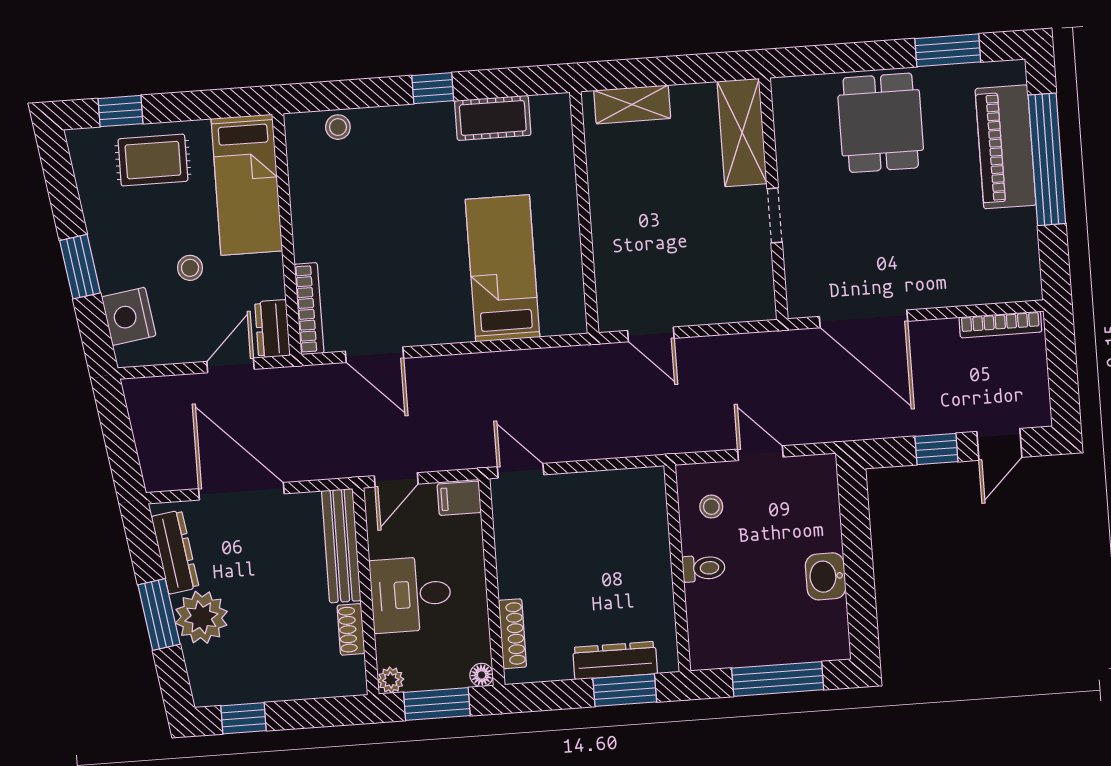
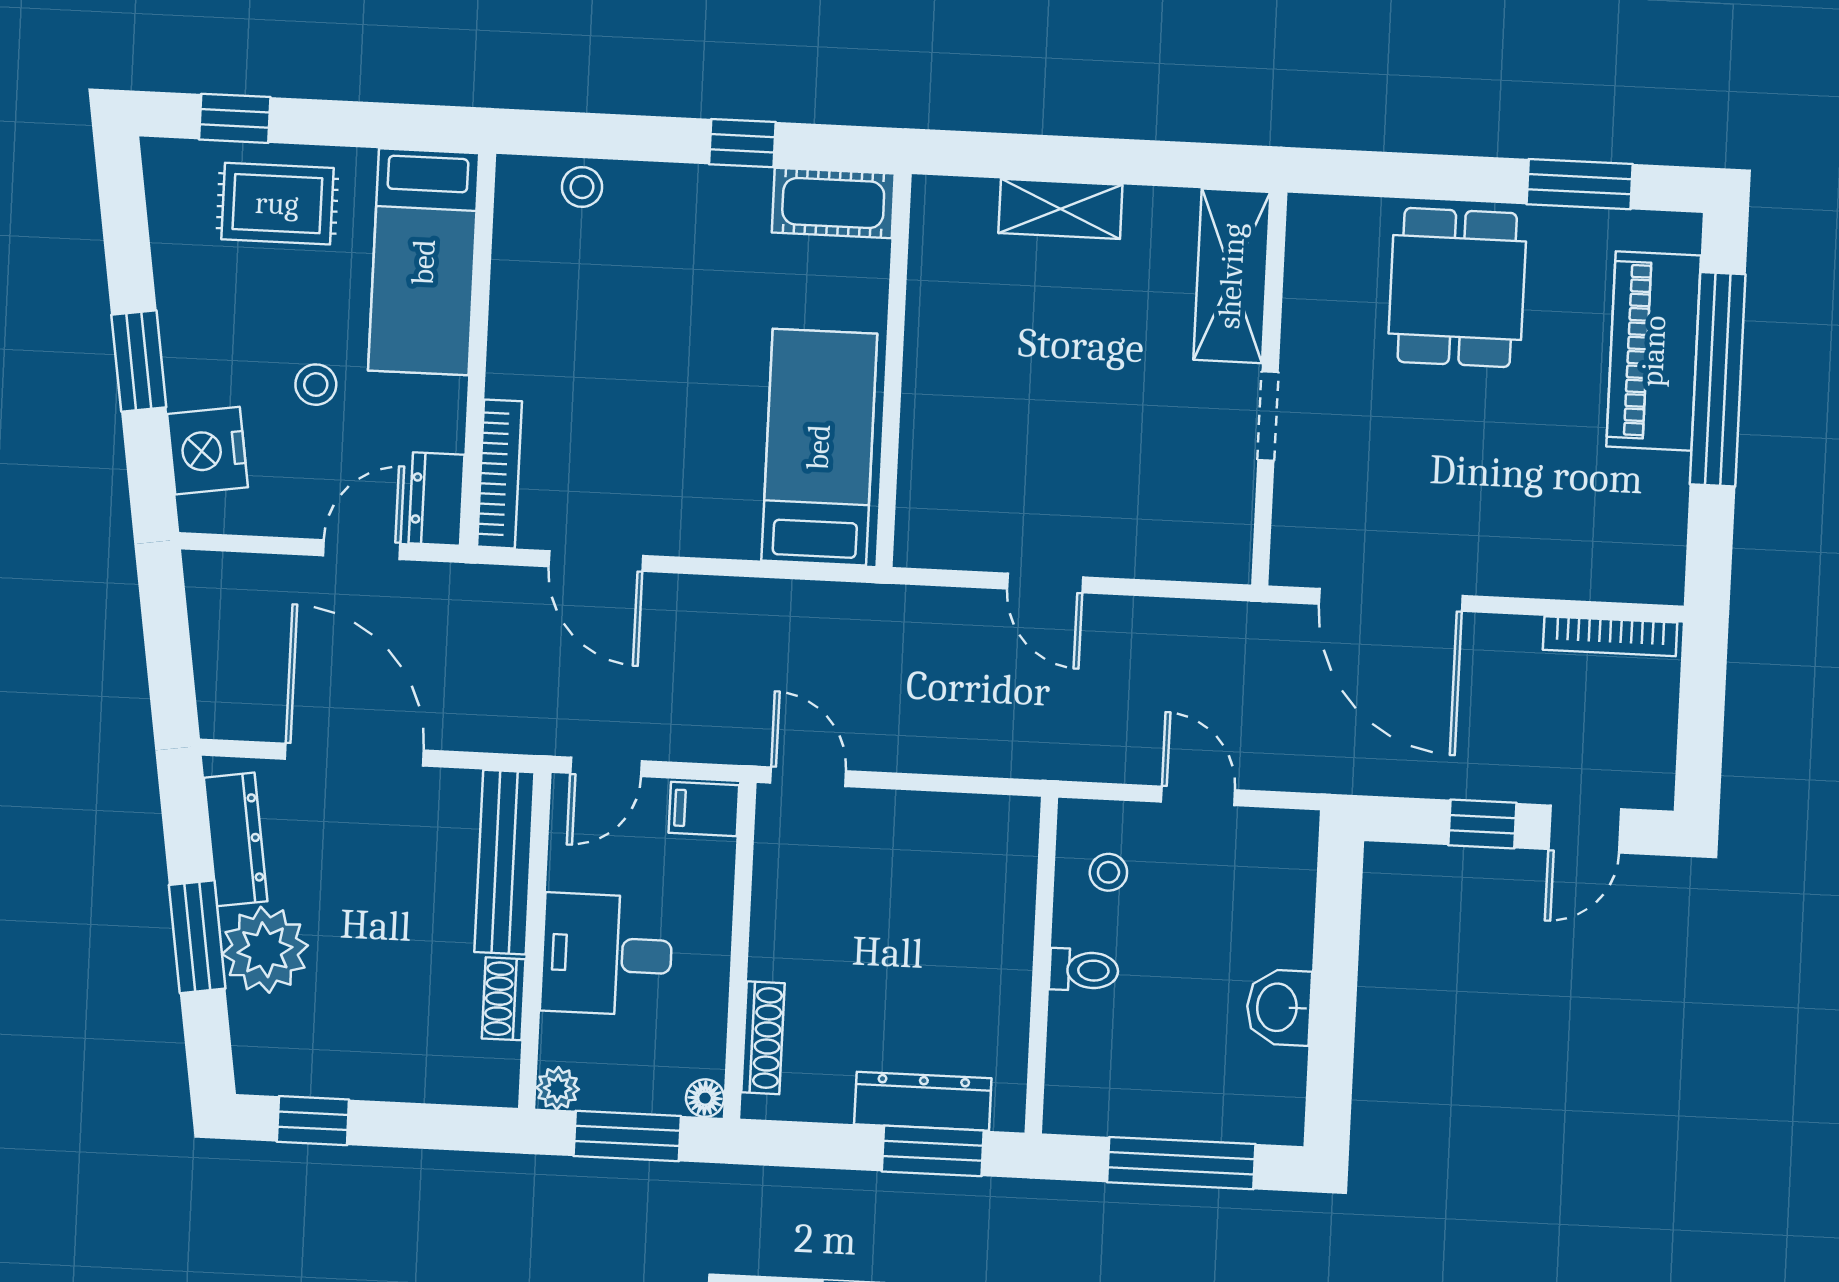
wall: (584, 213) -> (894, 370), moved

